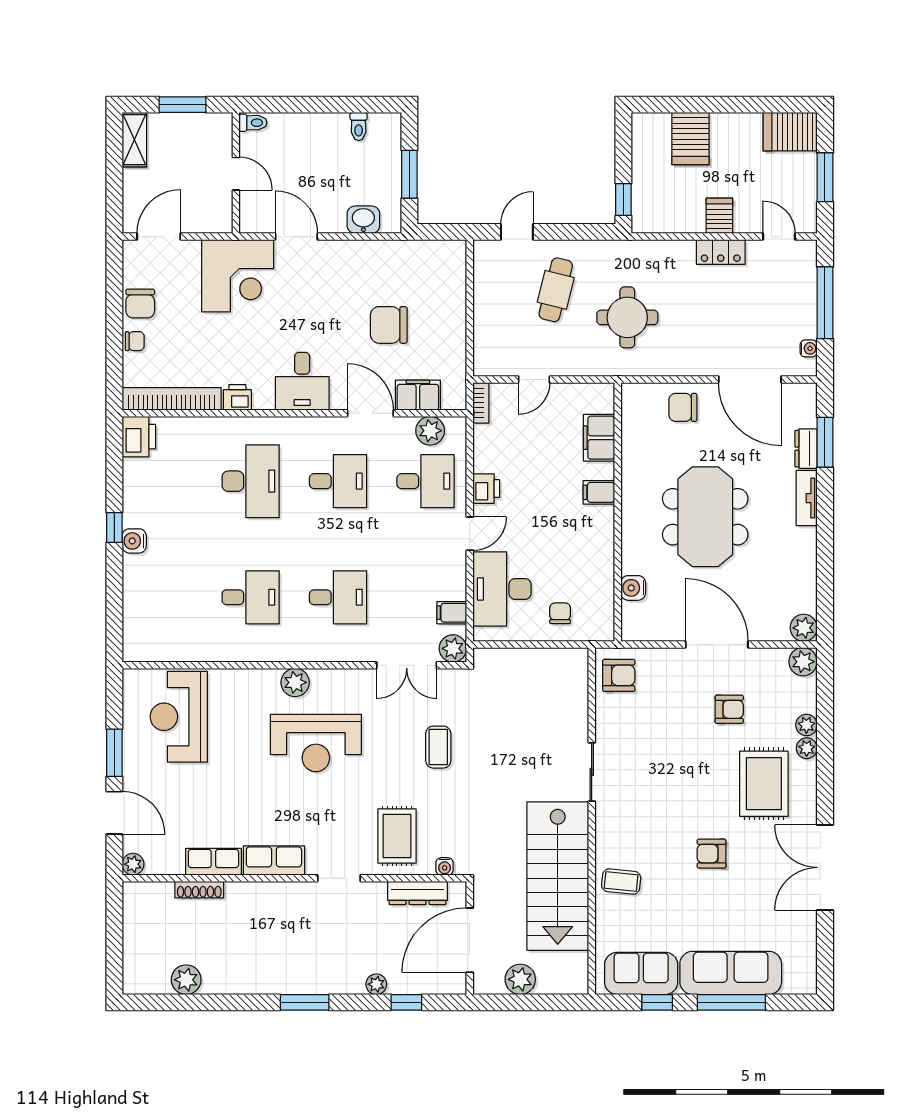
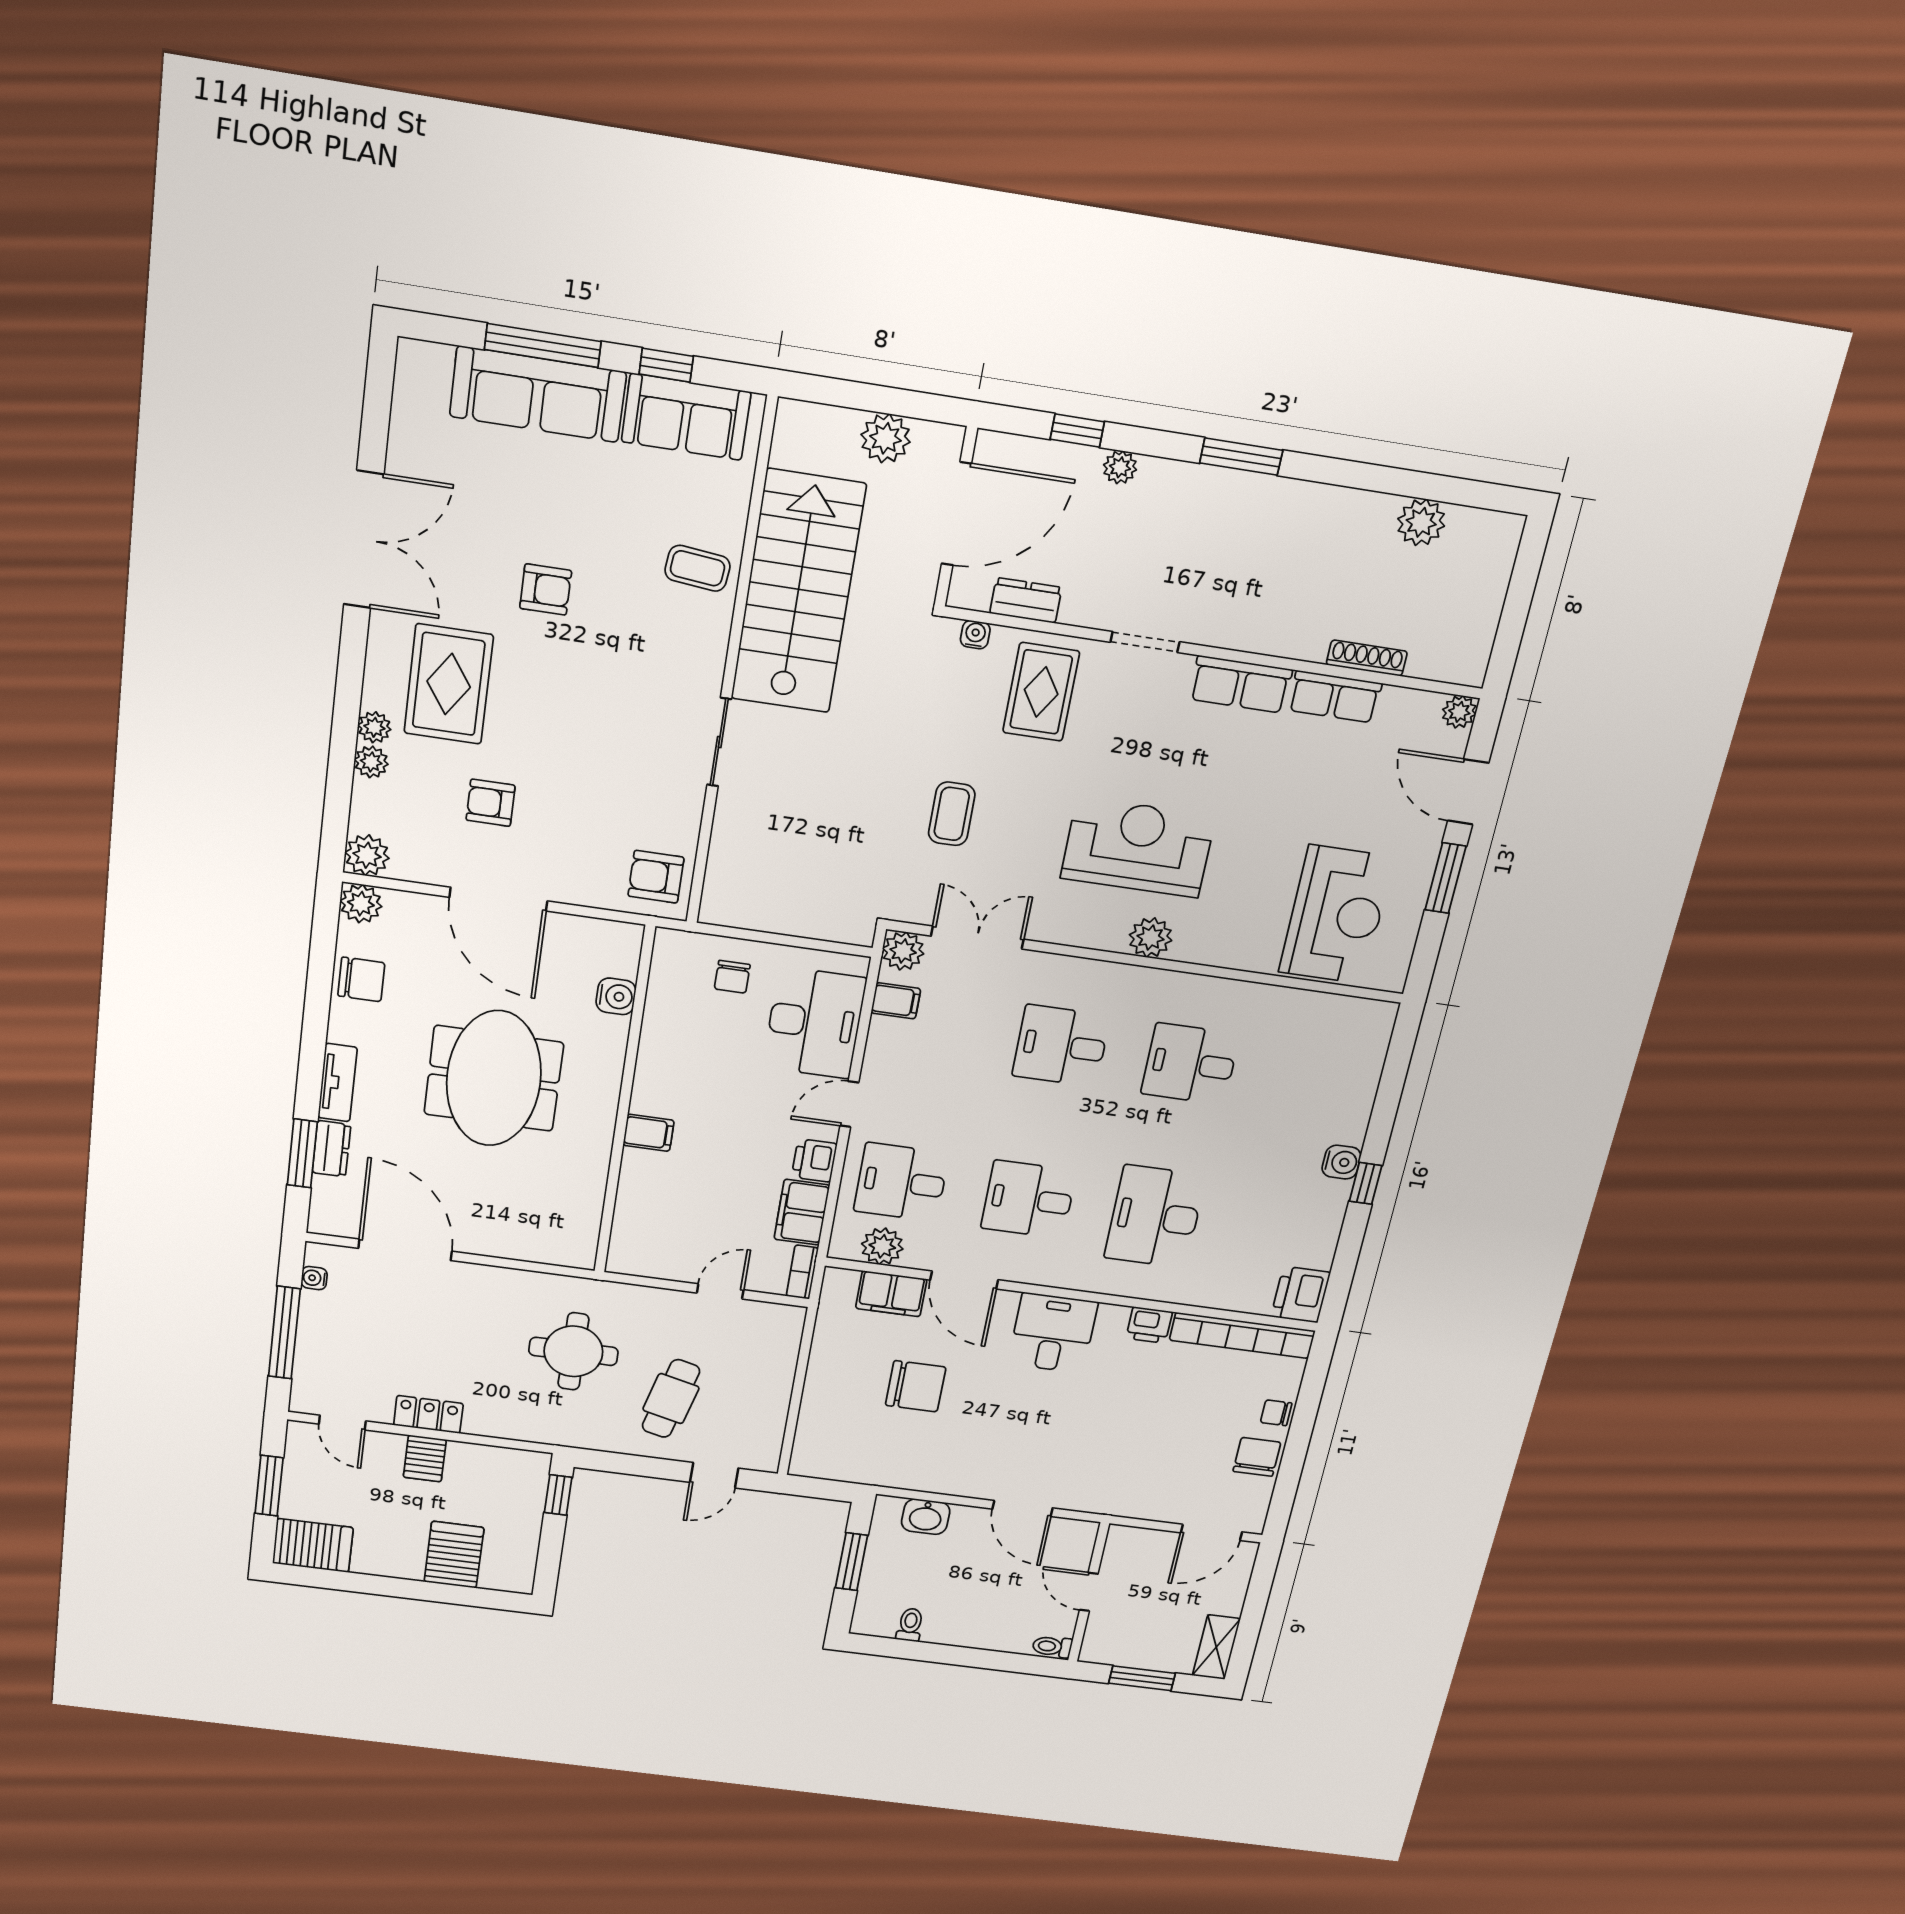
corner desk: (238, 276) -> (1114, 1473), removed
chair: (683, 407) -> (361, 979), moved
filing cabinet: (599, 438) -> (802, 1212), moved, turned 180
dresser: (418, 893) -> (1026, 600), width x0.70

